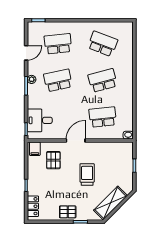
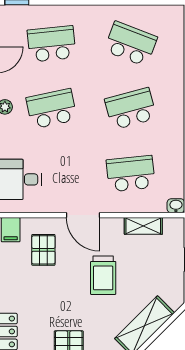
door: (76, 141) -> (83, 215), swing flipped
shelving: (110, 147) -> (143, 226), added
trolley: (87, 174) -> (103, 275), turned 180

